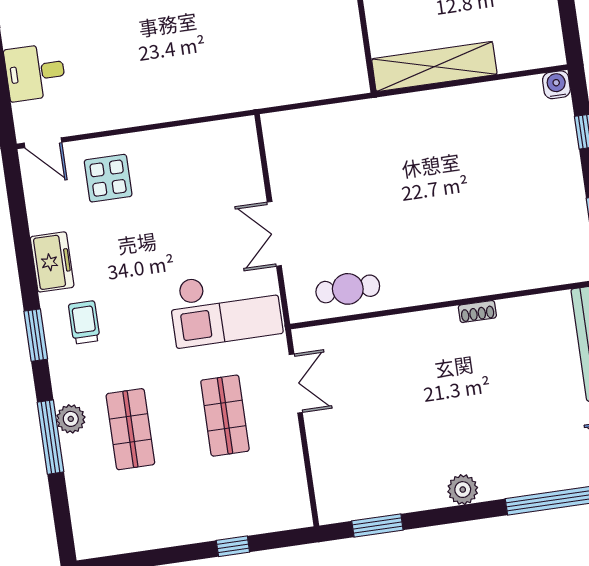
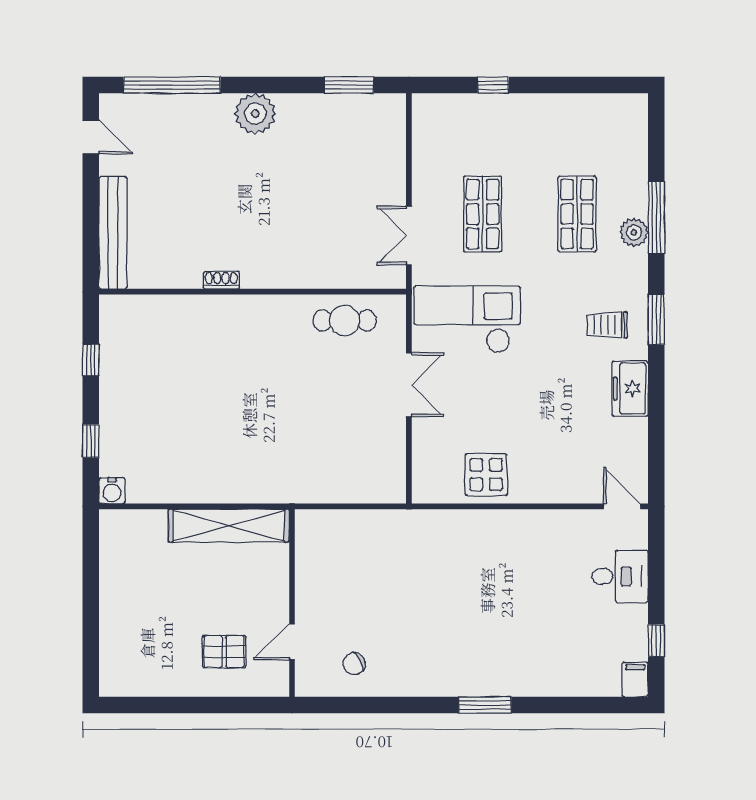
display table: (108, 178) -> (486, 475), moved
trolley: (84, 322) -> (607, 325), turned 90
plant: (463, 490) -> (255, 114), width x1.36, depth x1.36

